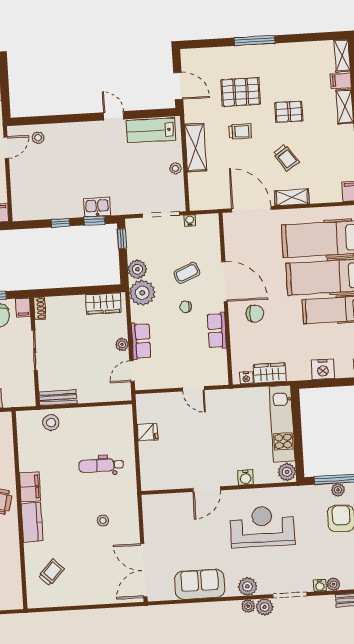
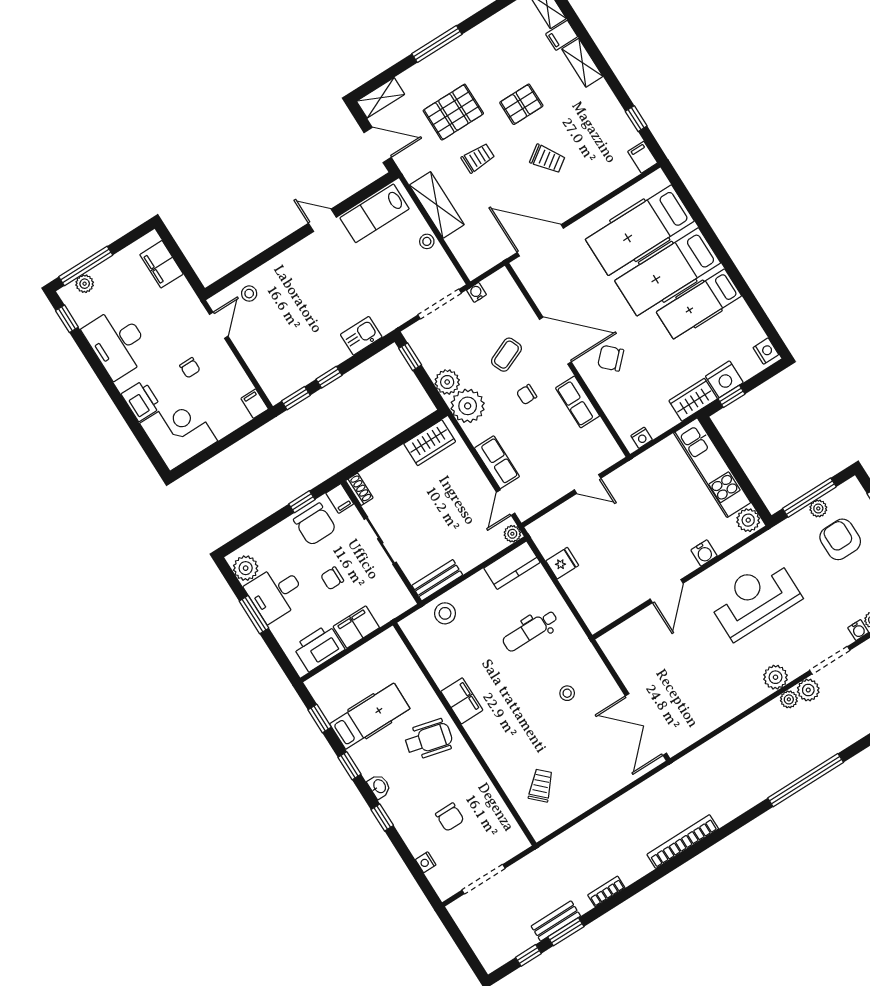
shelving: (292, 197) -> (381, 98), moved
window: (94, 221) -> (296, 398), moved
chair: (255, 314) -> (611, 358), turned -135
plant: (122, 344) -> (512, 534), moved
wardrobe: (270, 373) -> (693, 400), moved
window: (321, 383) -> (731, 396), added
kitchen counter: (32, 522) -> (512, 565), moved, turned 90
sofa: (200, 584) -> (719, 705), removed

